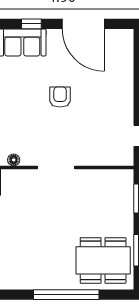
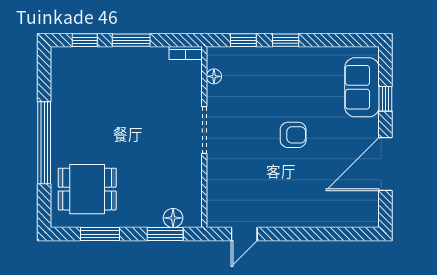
floor lamp: (126, 192) -> (173, 218), added
dining table: (103, 260) -> (87, 189), width x0.73

